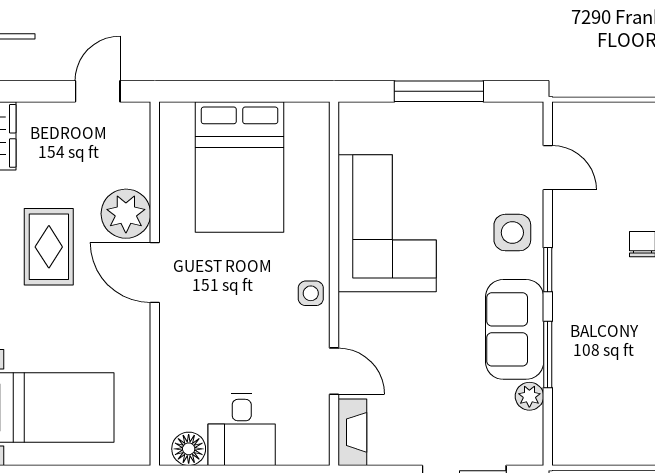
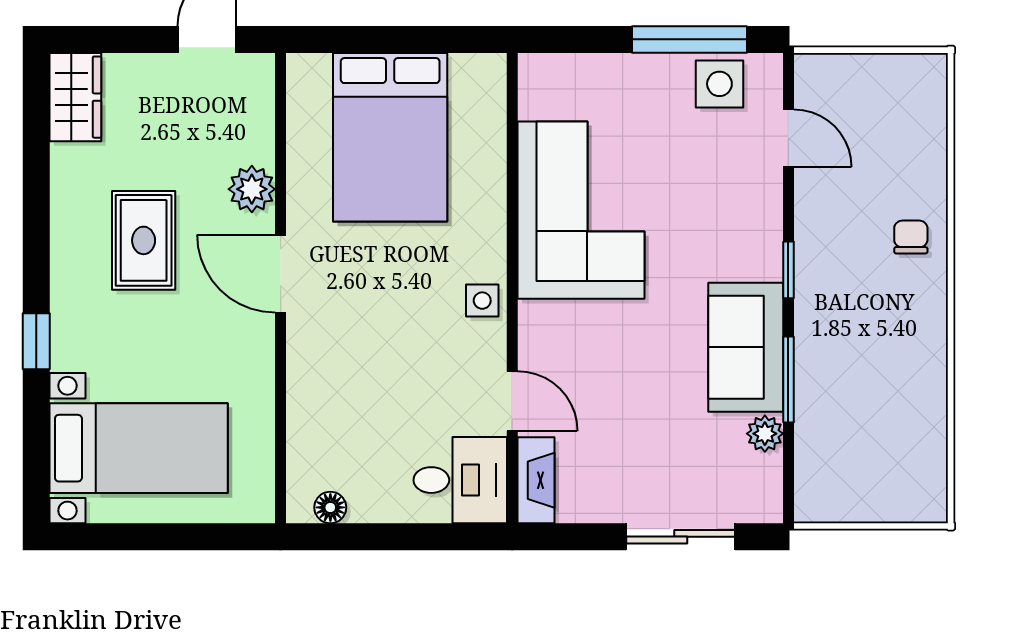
window: (439, 91) -> (690, 39), moved
plant: (126, 214) -> (252, 189), width x0.73, depth x0.73
side table: (512, 233) -> (719, 84), moved
desk: (242, 430) -> (460, 480), moved, turned -90
floor lamp: (189, 449) -> (330, 507), width x0.73, depth x0.73

